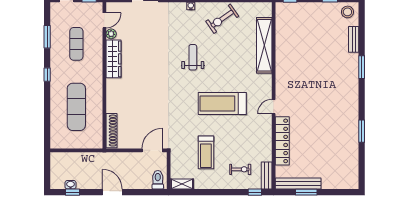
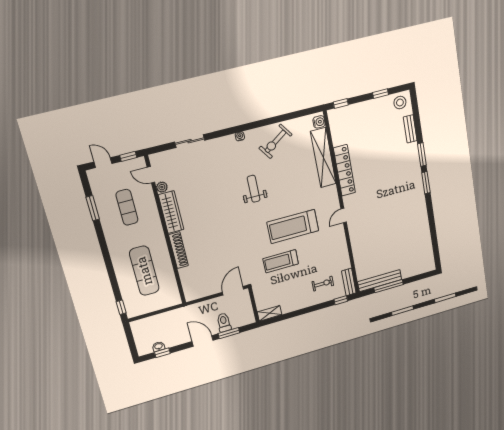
water cooler: (266, 11) -> (319, 122), added
door: (104, 20) -> (151, 175), swing flipped
window: (47, 75) -> (121, 307), moved
shoe rack: (111, 131) -> (178, 250), moved
window: (362, 131) -> (426, 183), moved
locker: (282, 141) -> (344, 170), moved
treadmill: (206, 152) -> (281, 261), moved, turned 90
toilet: (158, 180) -> (224, 322), moved
window: (139, 192) -> (229, 333), added
window: (306, 192) -> (389, 286), width x1.44

